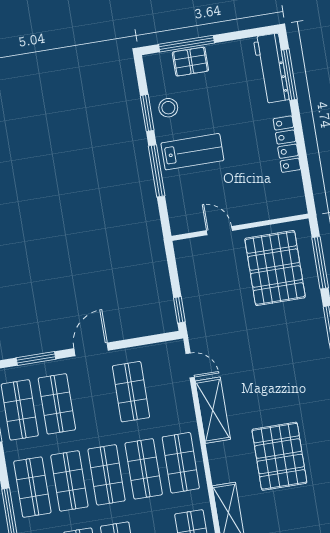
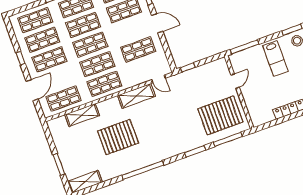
window: (157, 171) -> (245, 47), moved
door: (190, 365) -> (159, 79), hinge flipped

